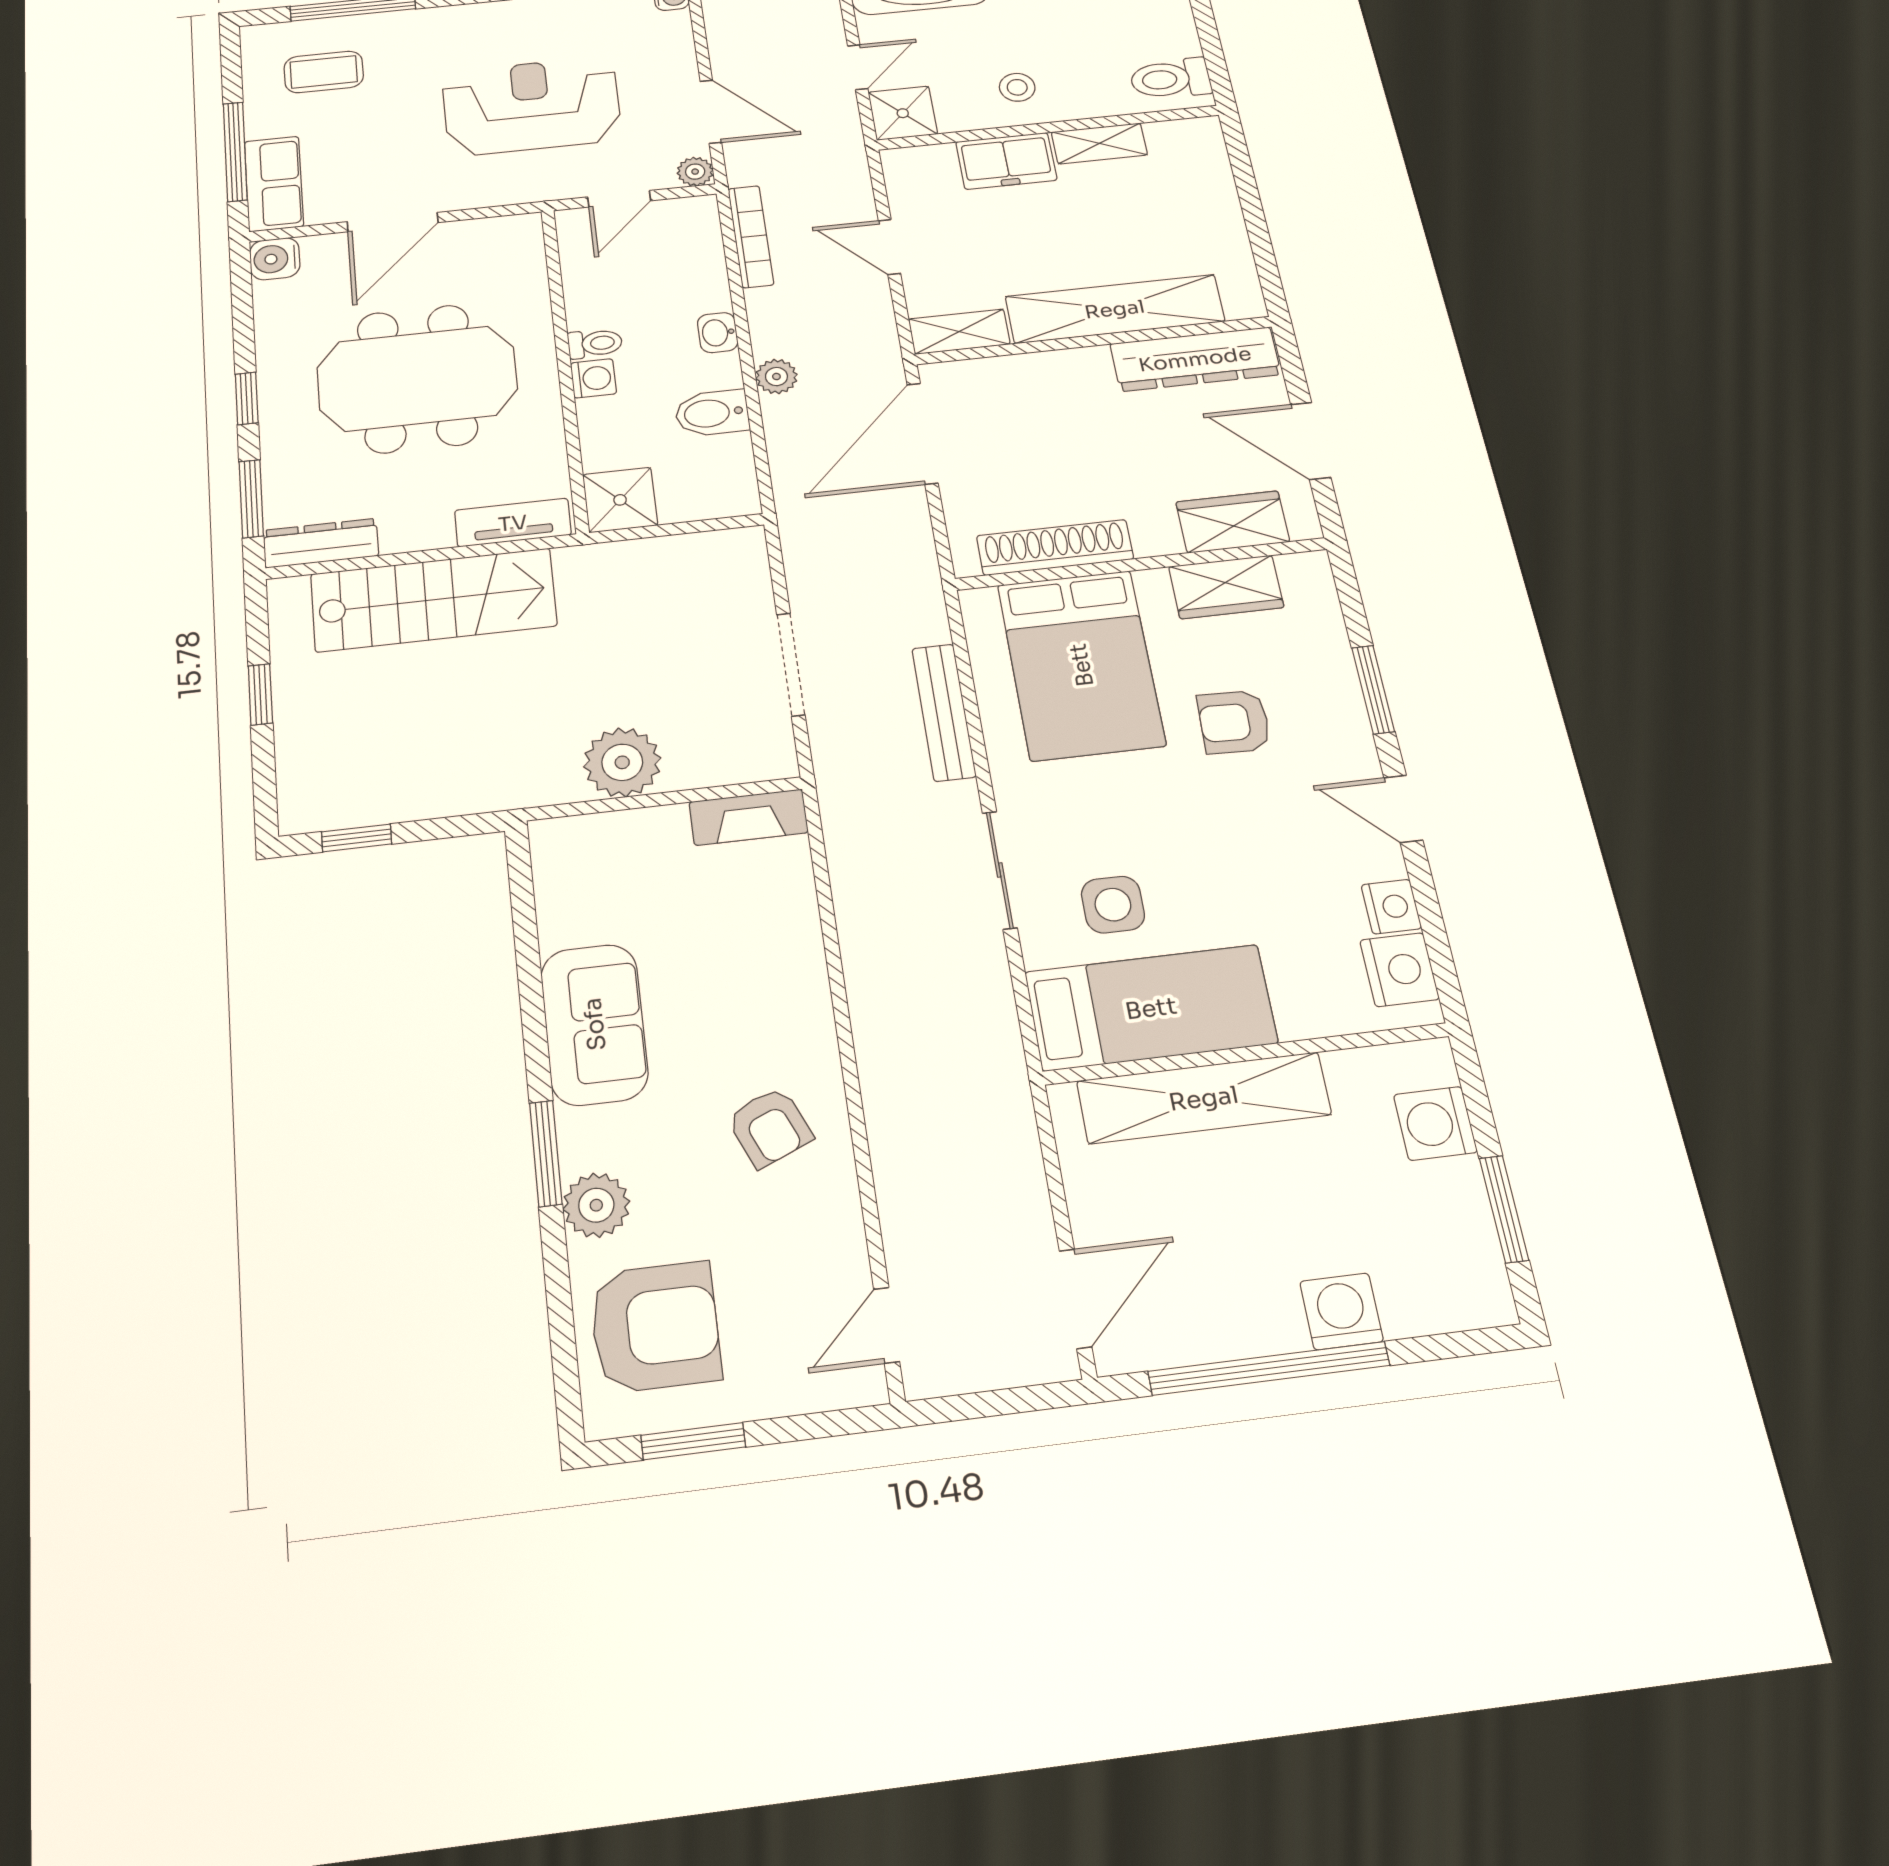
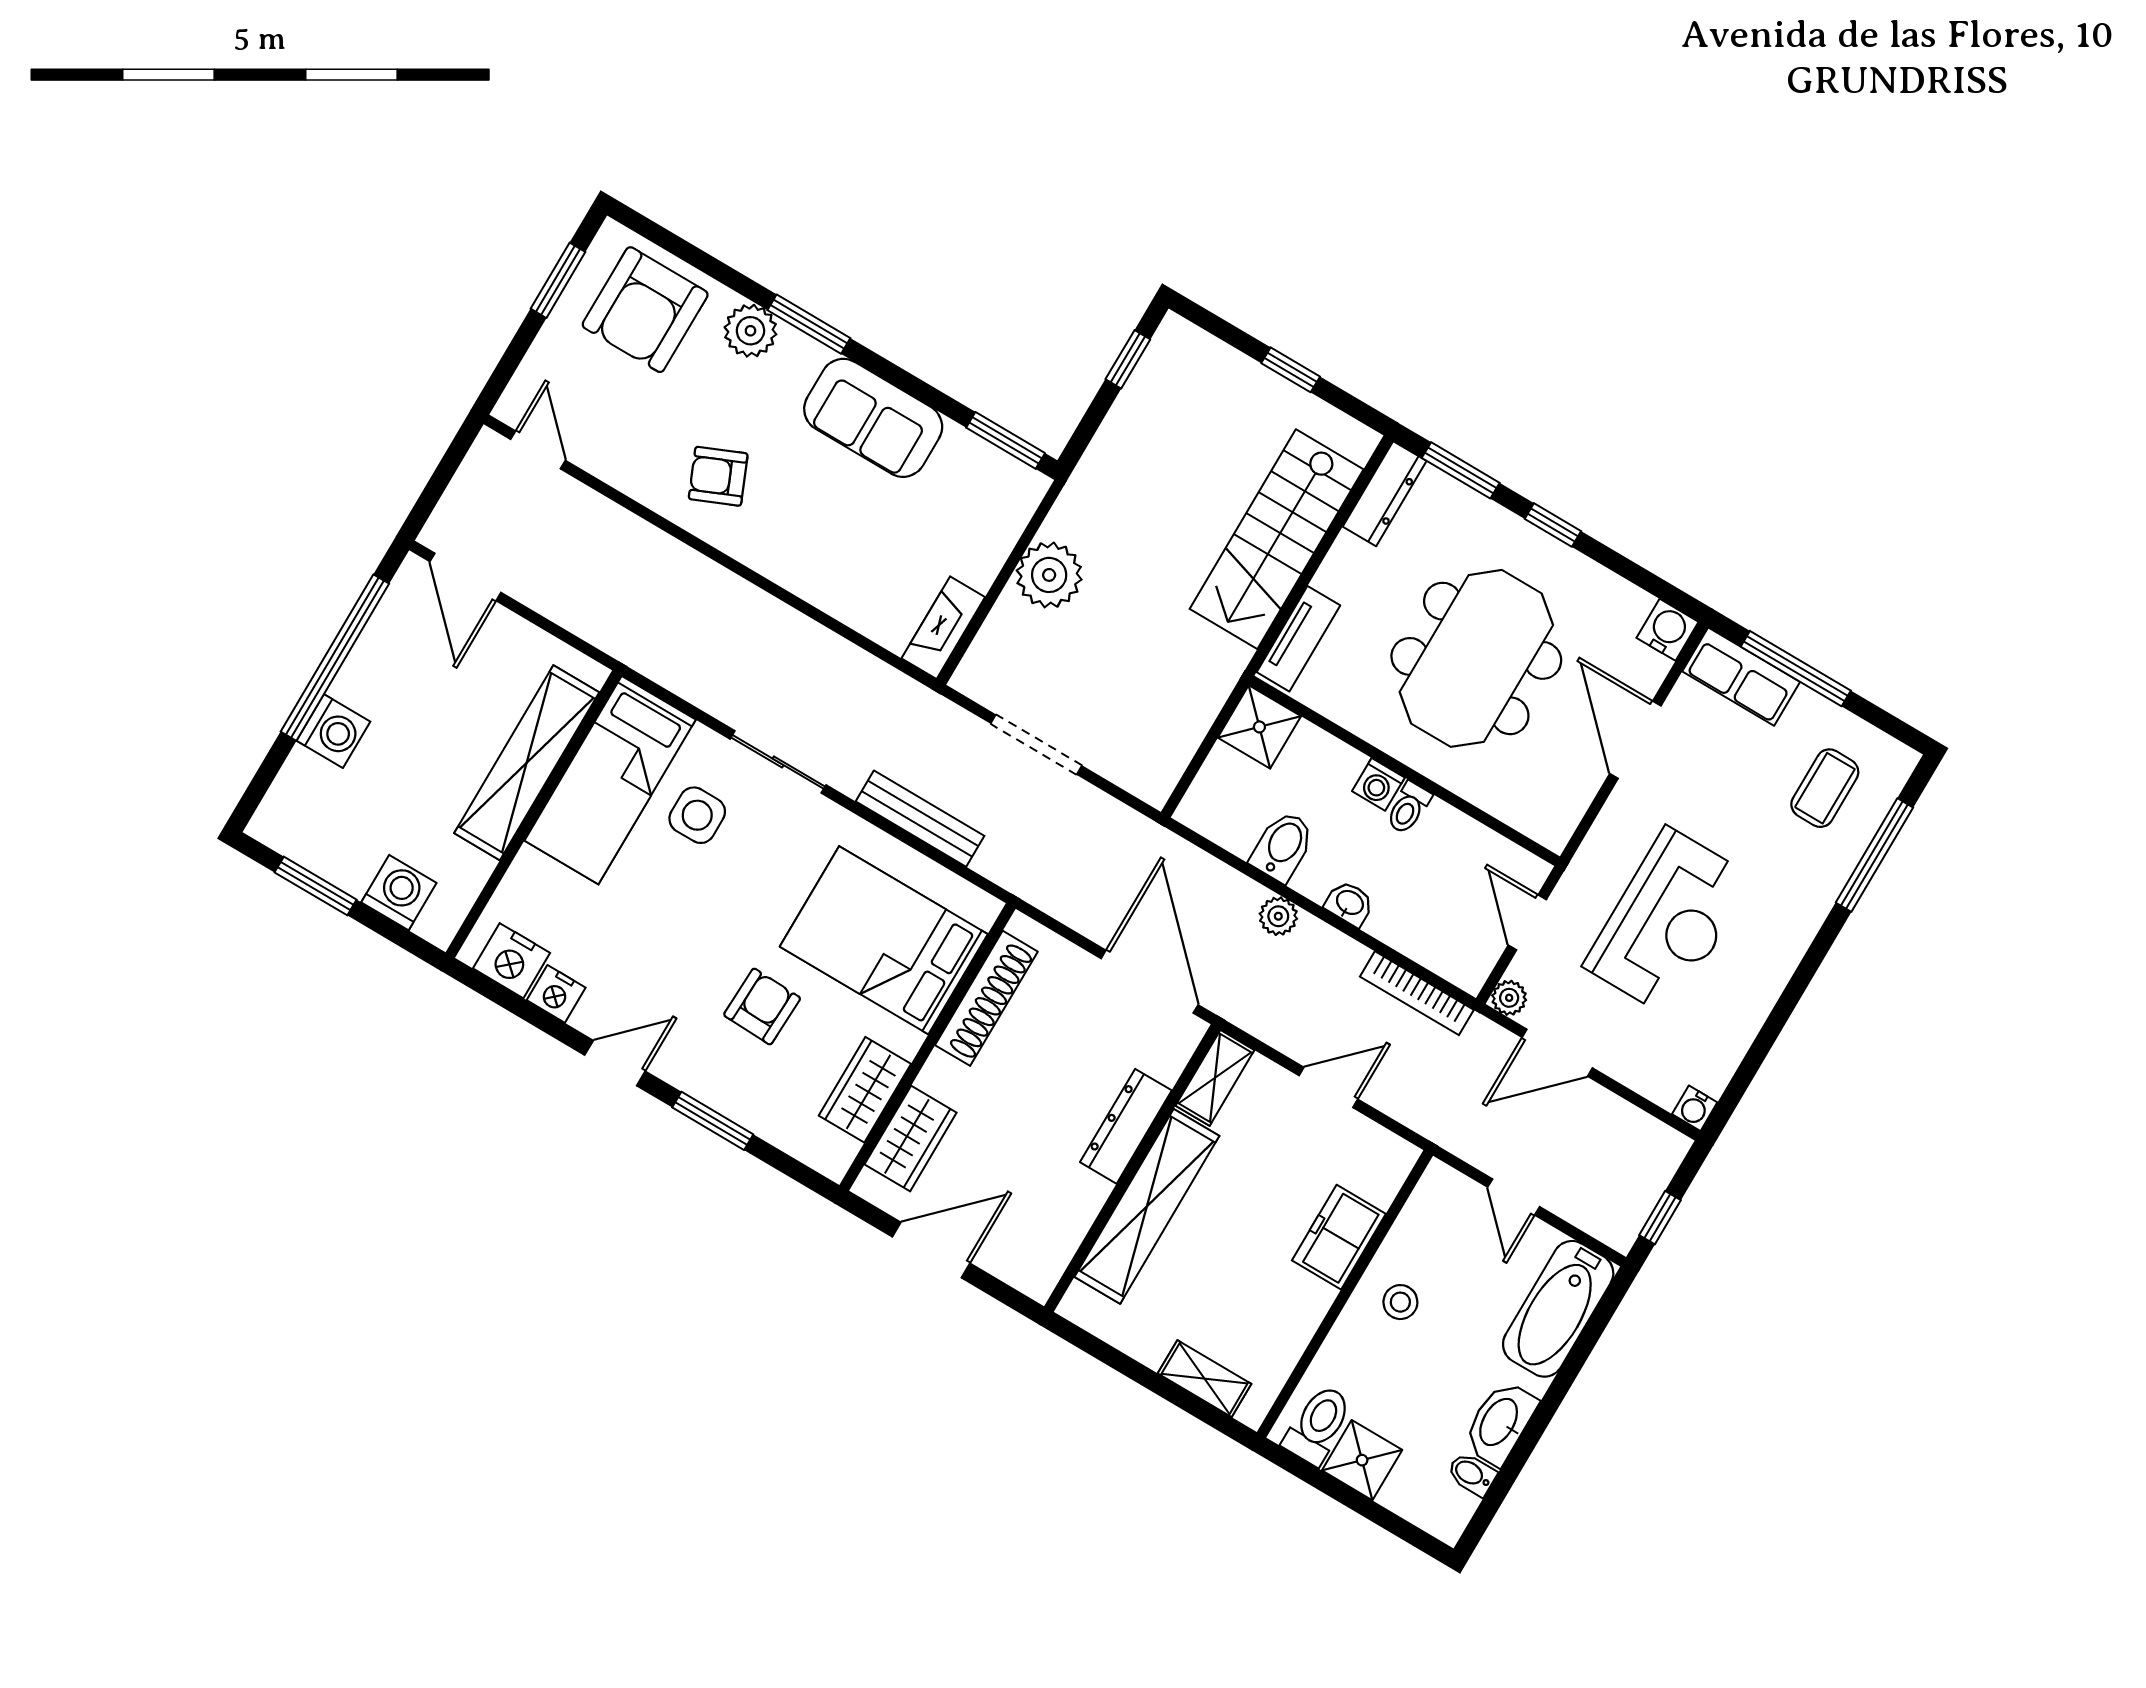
shower: (903, 113) -> (1362, 1460), moved
shelving: (1099, 143) -> (1205, 1379), moved, turned 90
dresser: (1195, 359) -> (1126, 1126), moved, width x0.73, depth x0.80
window: (522, 890) -> (1006, 440), added

